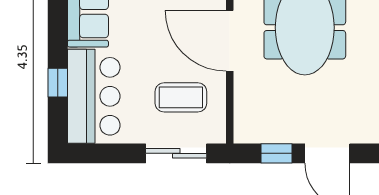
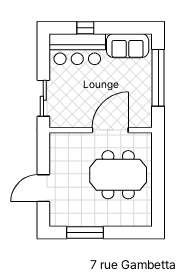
coffee table: (181, 97) -> (77, 101), removed
window: (277, 153) -> (43, 158), removed

